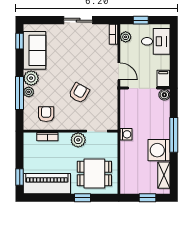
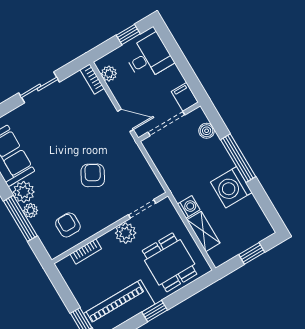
window: (141, 20) -> (128, 34), moved
boiler: (164, 95) -> (207, 131), moved
washing machine: (126, 134) -> (189, 207), moved
dining table: (94, 174) -> (170, 262), turned 90
shelving: (164, 175) -> (203, 231), moved
window: (83, 198) -> (155, 311), moved

